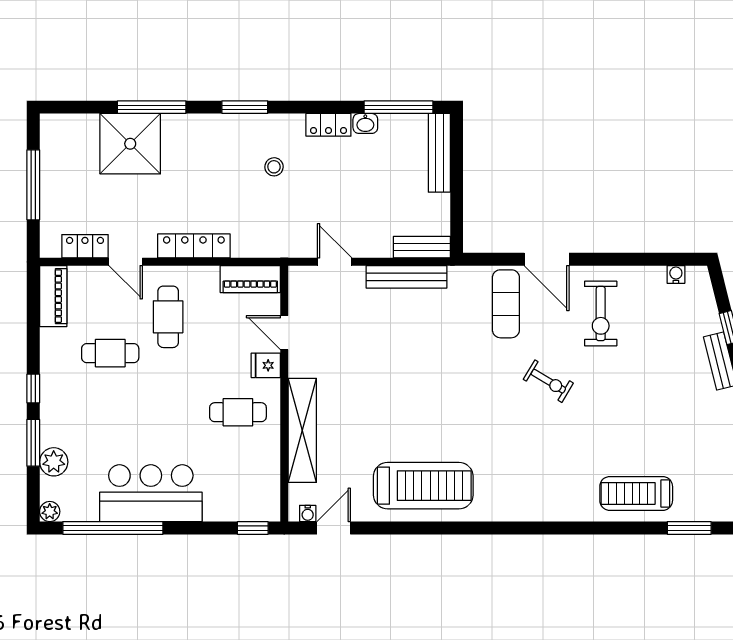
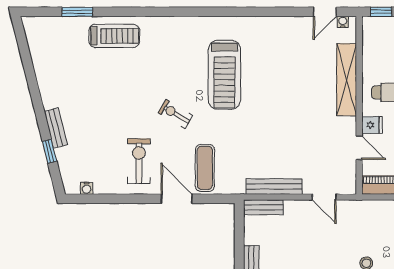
treadmill: (423, 486) -> (224, 75), moved, turned -90

